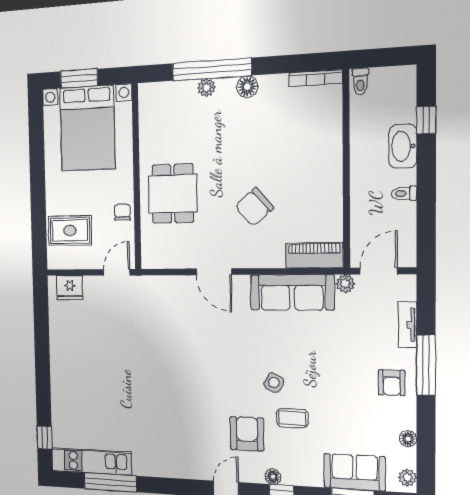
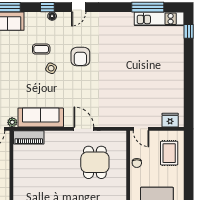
dining table: (173, 194) -> (95, 162), moved
chair: (254, 207) -> (61, 164), removed
rug: (70, 230) -> (169, 153), turned 90
door: (117, 272) -> (141, 129), hinge flipped
armchair: (247, 434) -> (80, 57), moved

